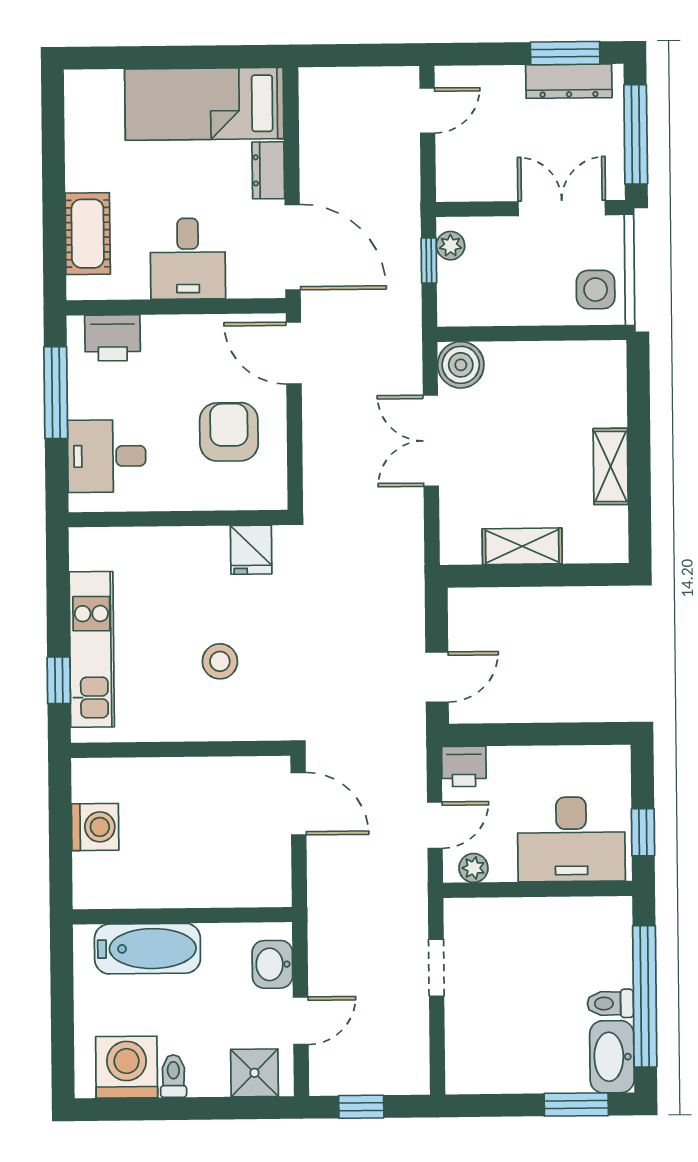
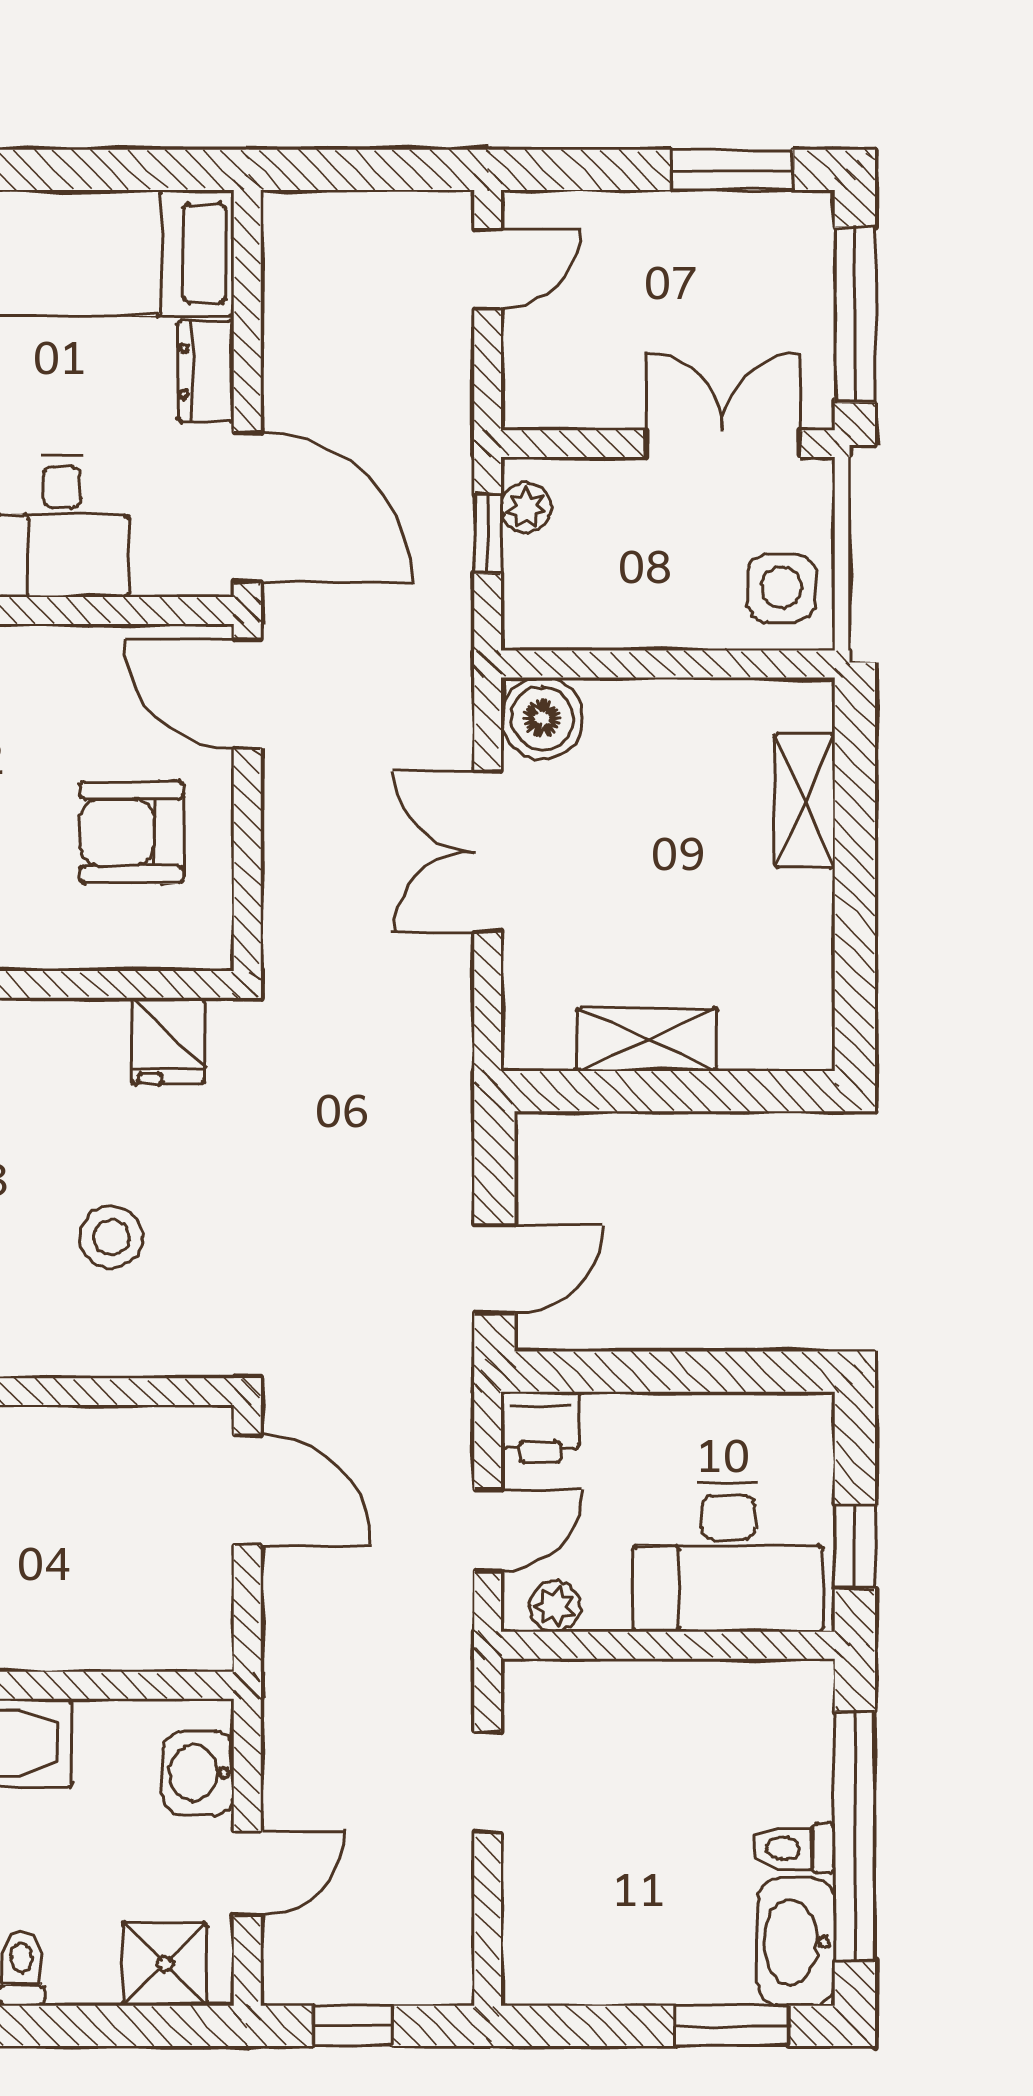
dresser: (569, 81) -> (738, 220), removed
armchair: (229, 432) -> (131, 832), turned -90
shelving: (611, 466) -> (805, 800), moved

